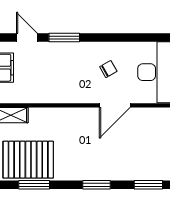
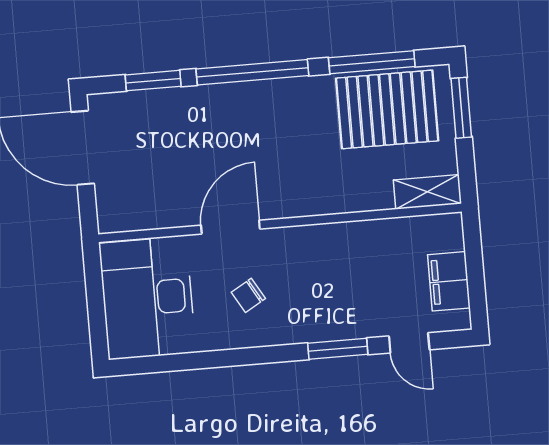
window: (34, 185) -> (372, 62), width x1.44
window: (97, 185) -> (252, 72), width x2.11

